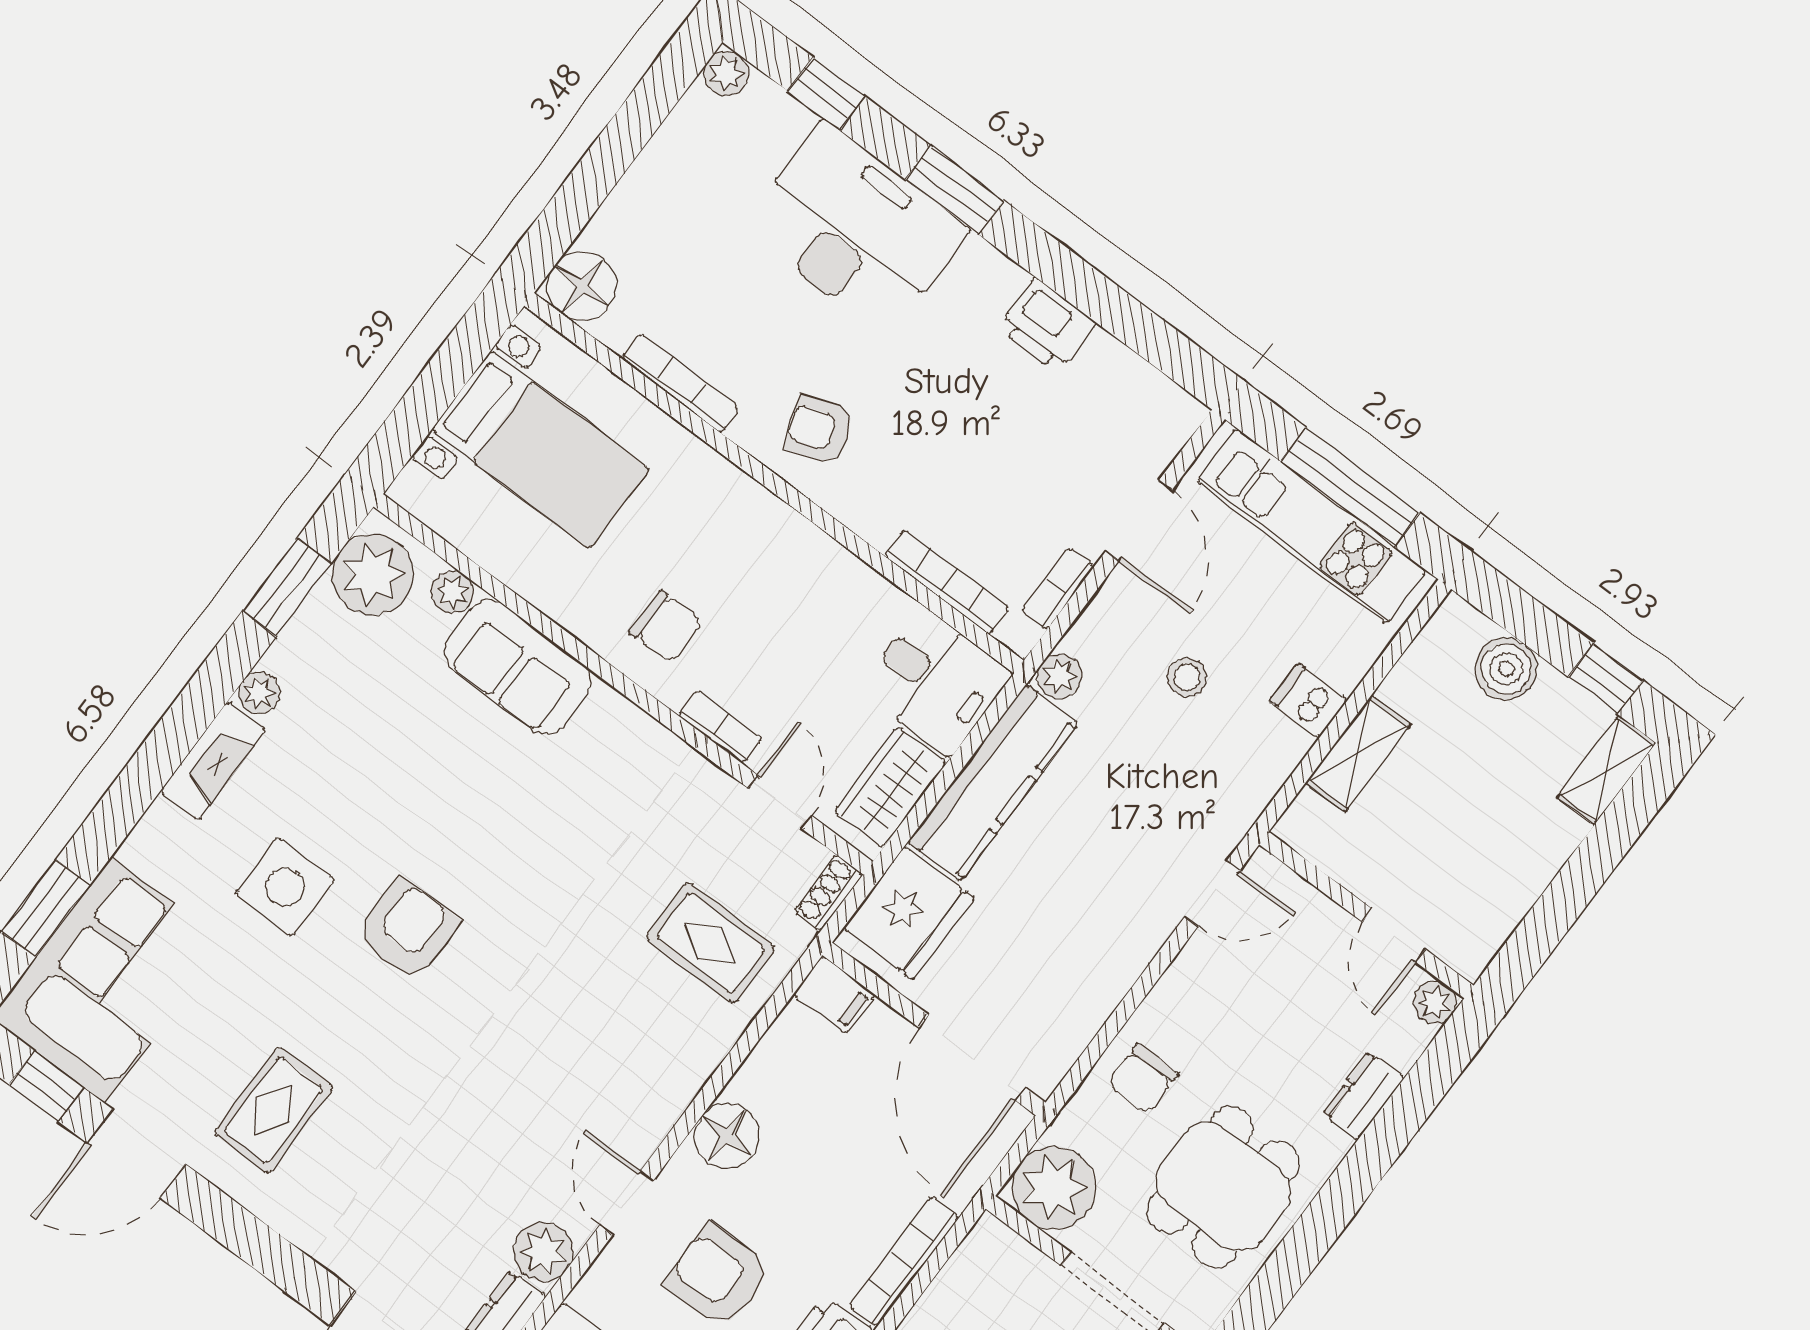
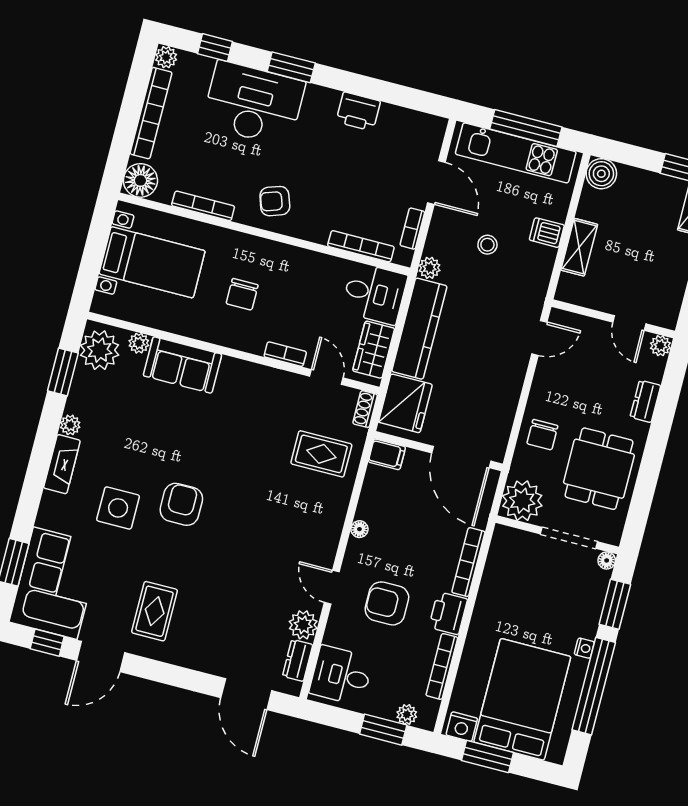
bookcase: (654, 167) -> (151, 113), added
chair: (666, 627) -> (242, 294), moved, turned 90
boiler: (1506, 669) -> (601, 174), moved
floor lamp: (727, 1136) -> (359, 529), width x0.53, depth x0.53

